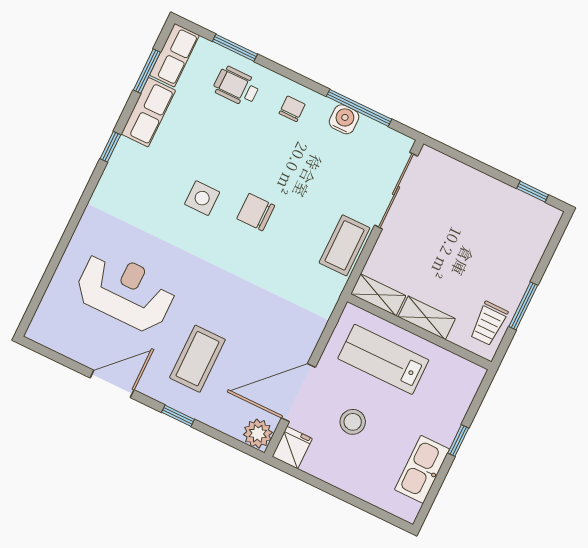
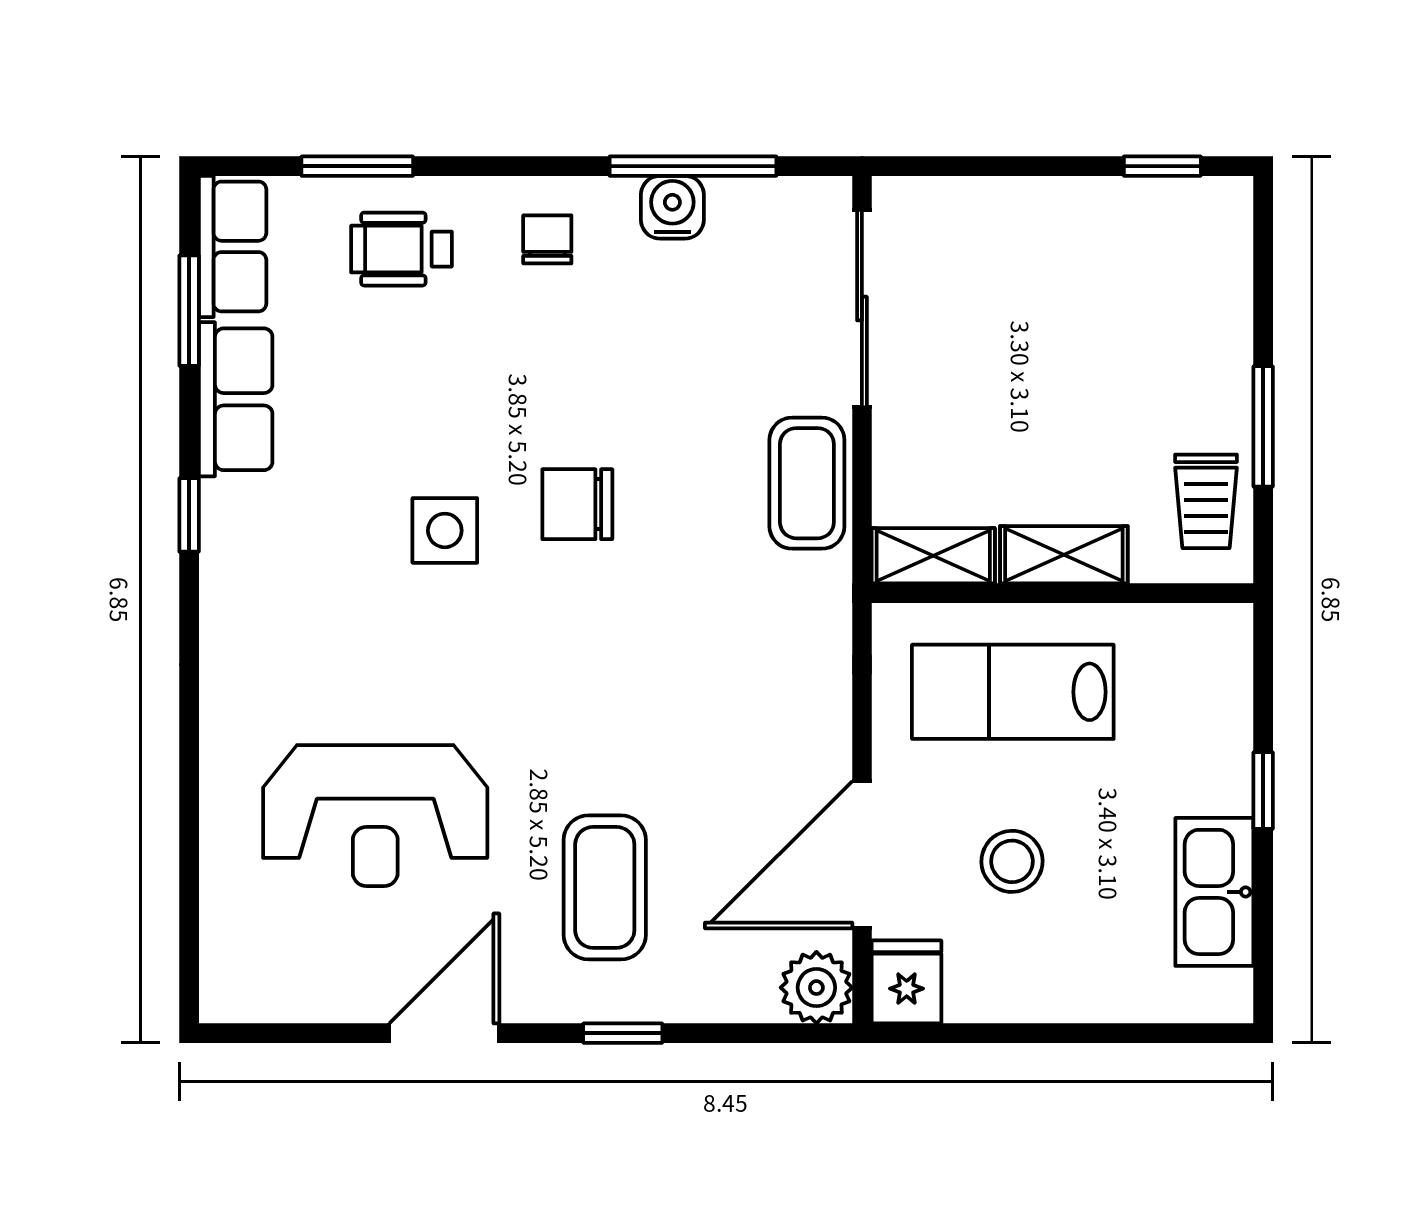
reception desk: (125, 291) -> (375, 816), turned 180

